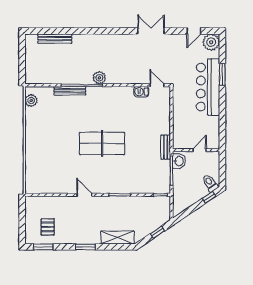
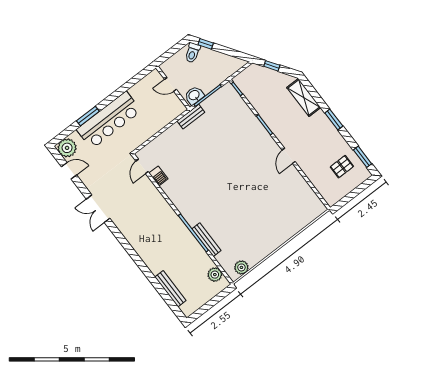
plant: (99, 78) -> (215, 275), moved
table tennis table: (102, 143) -> (231, 175), removed

